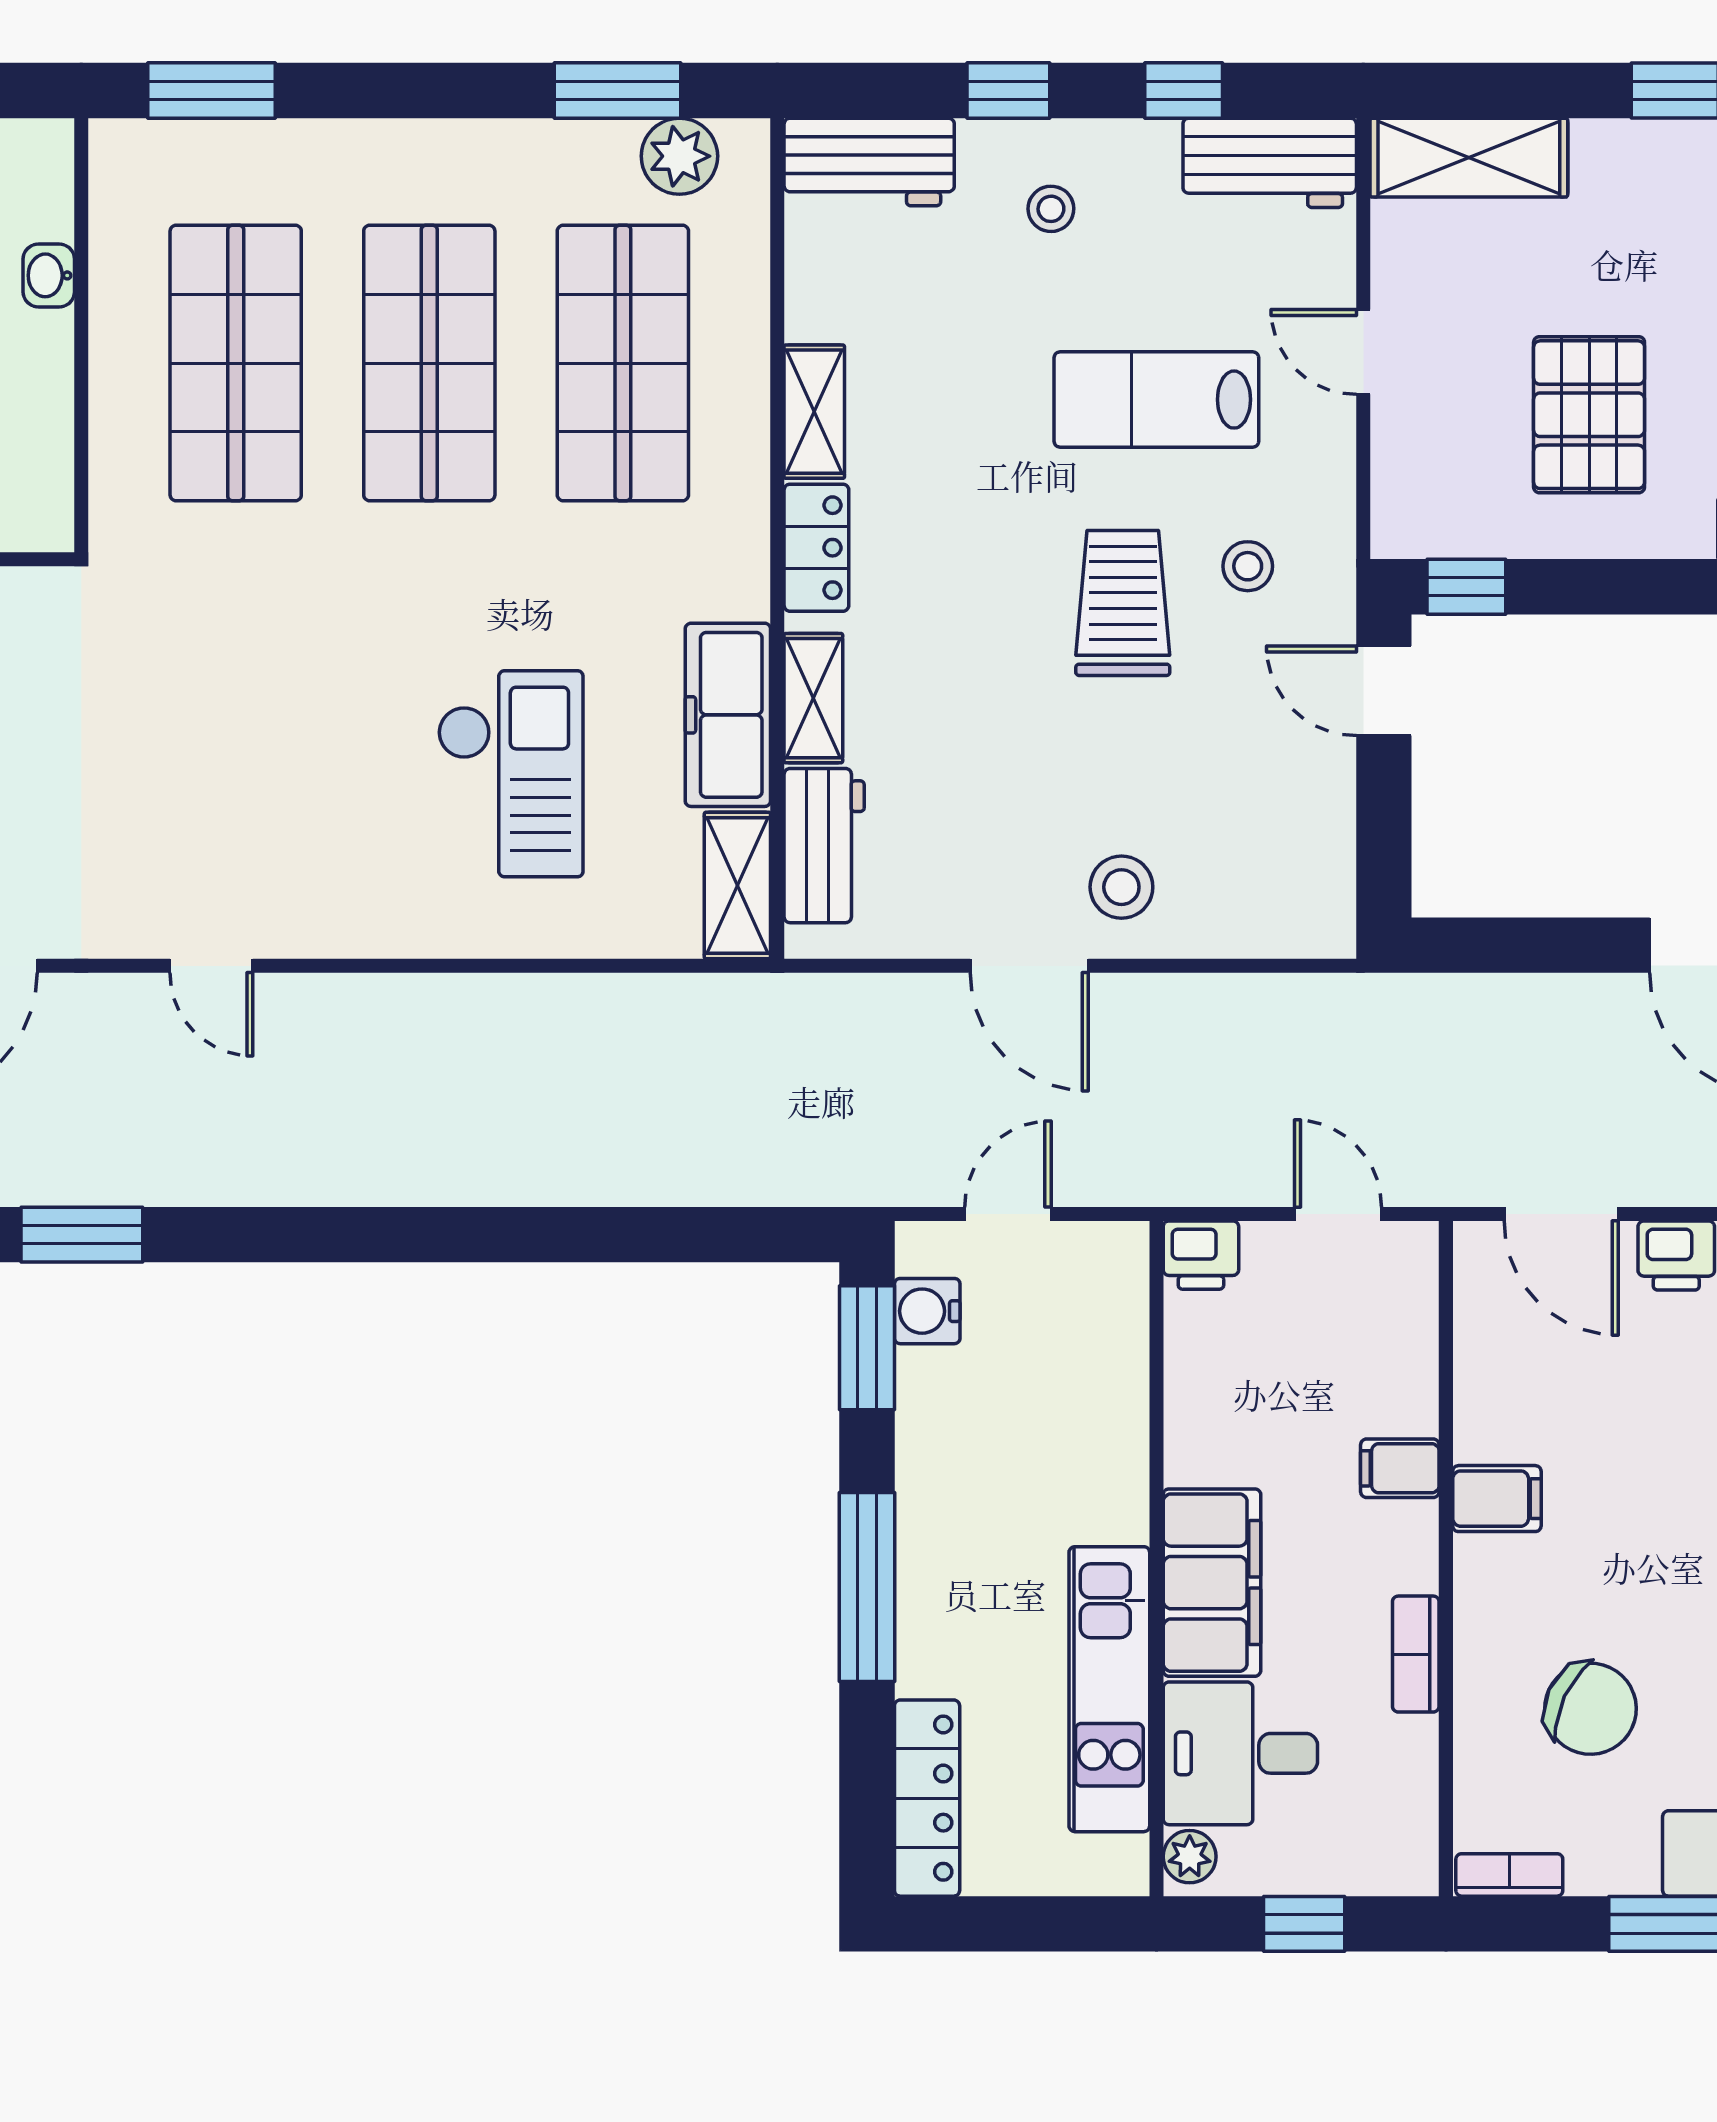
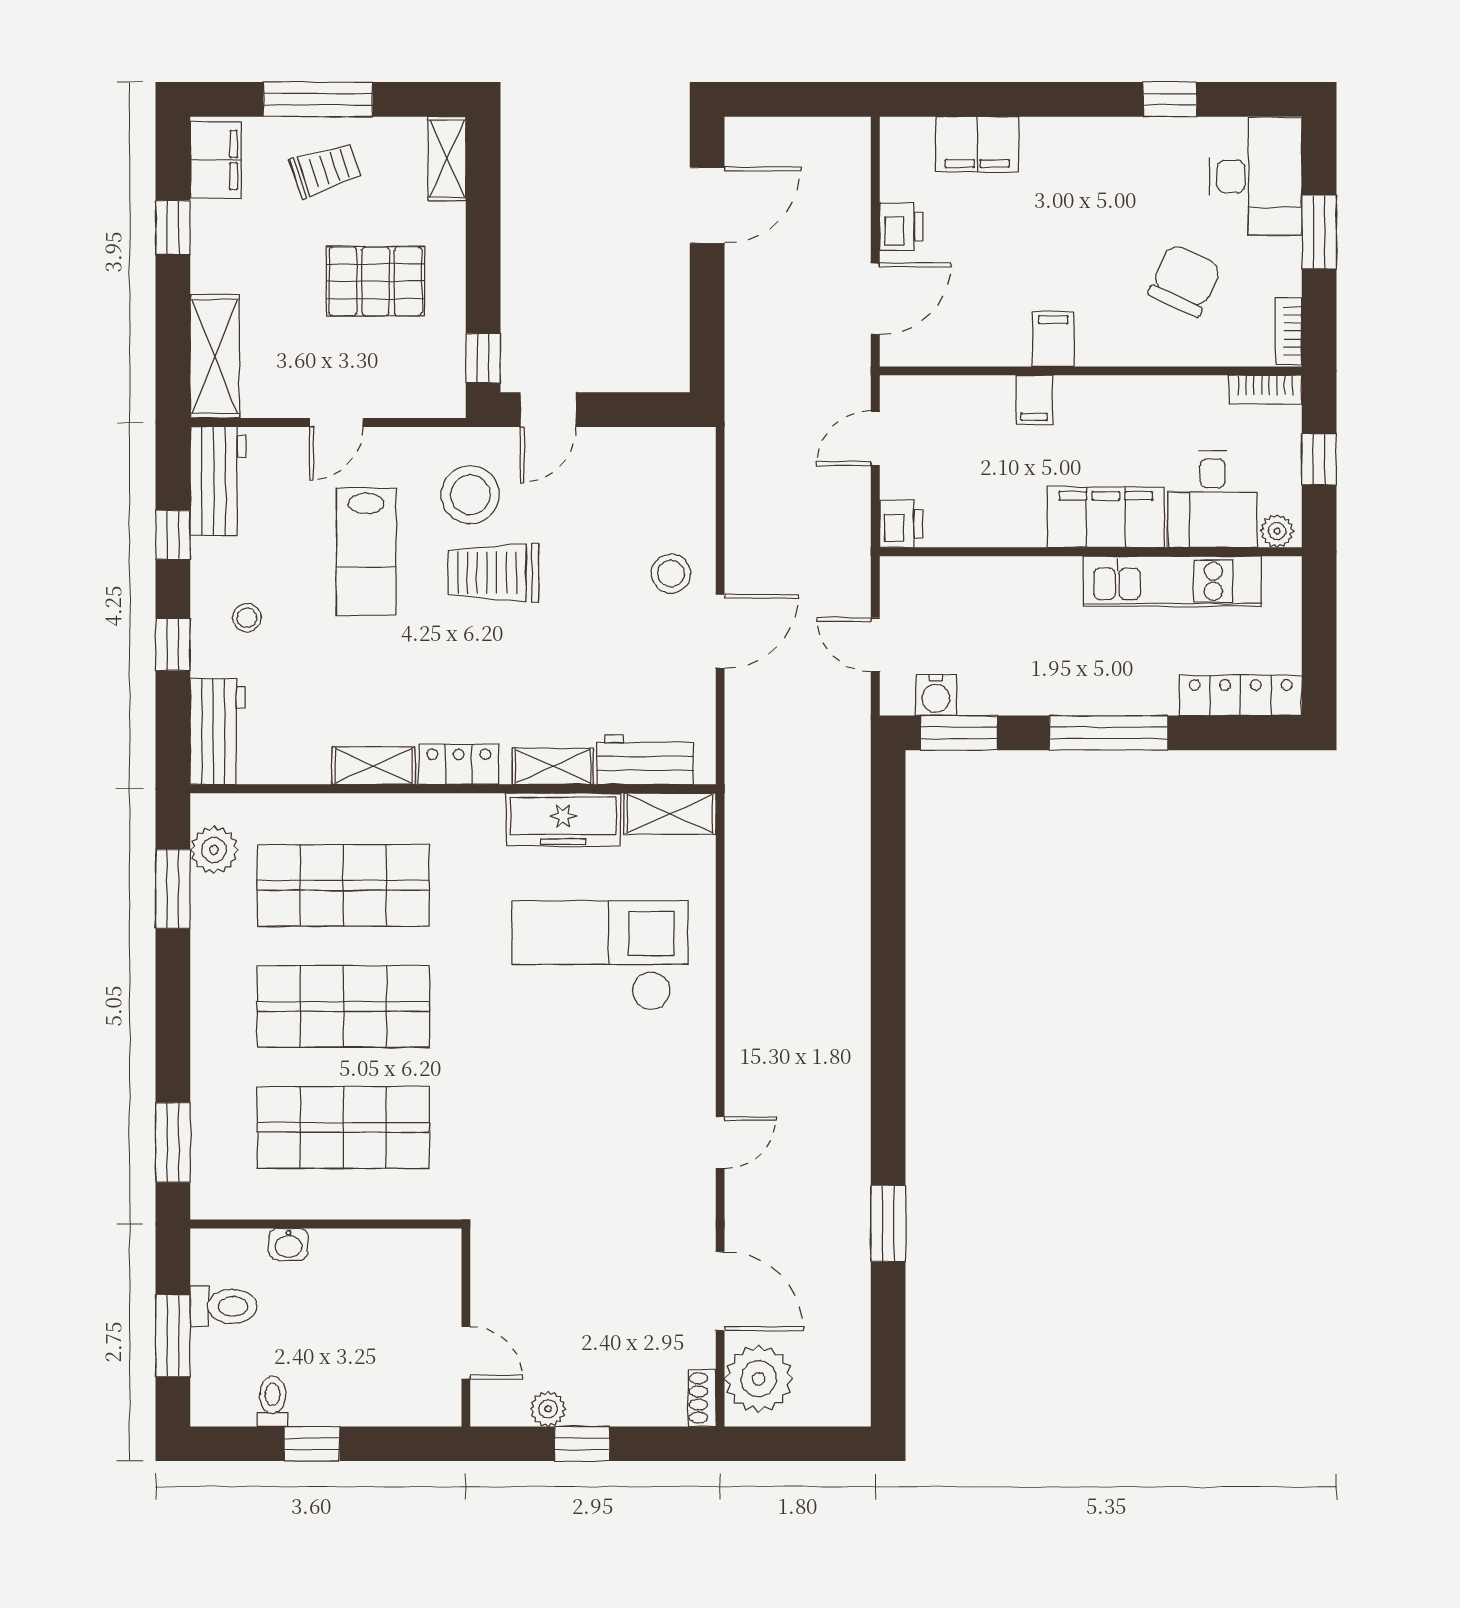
stool: (1248, 566) -> (470, 495), width x1.89, depth x1.89
checkout: (510, 774) -> (600, 956), width x1.36, depth x1.21
bookcase: (1416, 1654) -> (1266, 390), moved

